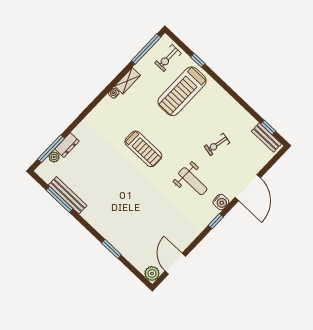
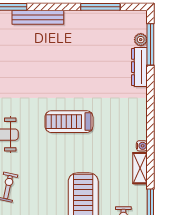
dresser: (67, 145) -> (139, 67), width x1.44
bench: (68, 195) -> (38, 17), moved

